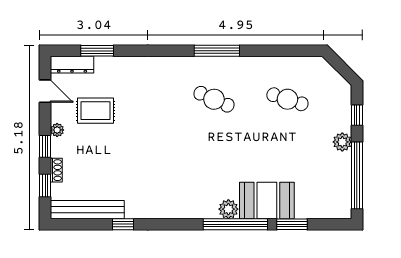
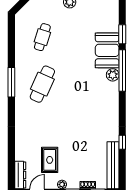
window: (97, 51) -> (11, 159), removed
cafe table: (214, 99) -> (42, 84), width x1.37, depth x1.35

